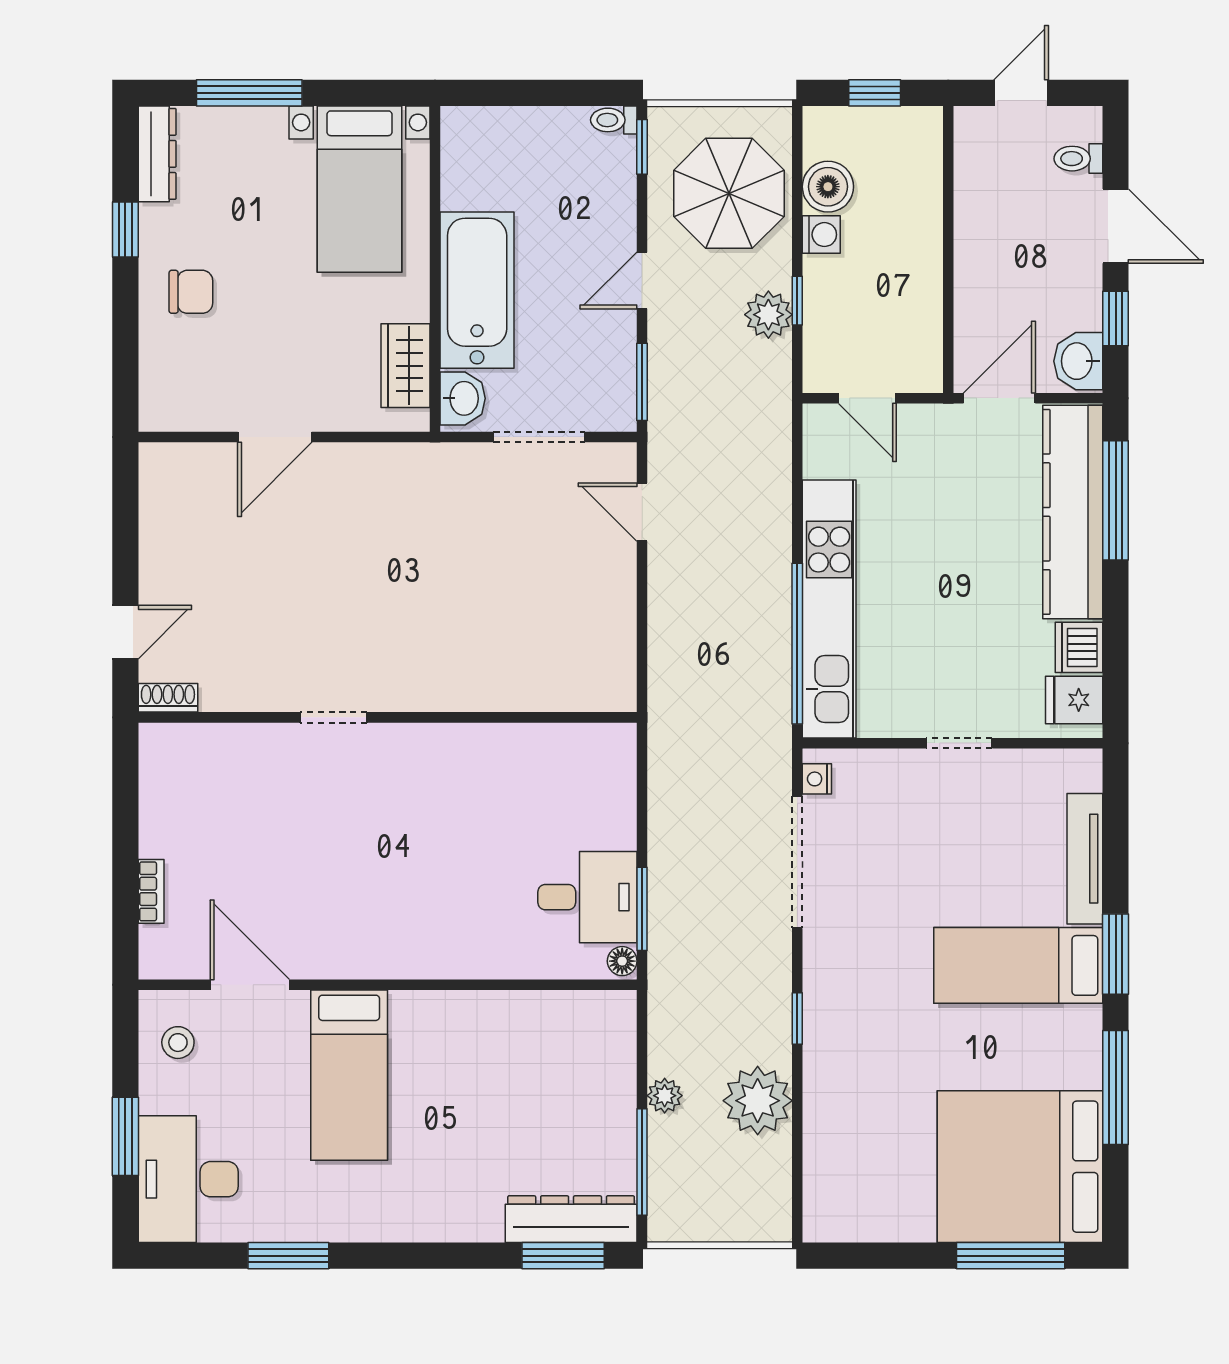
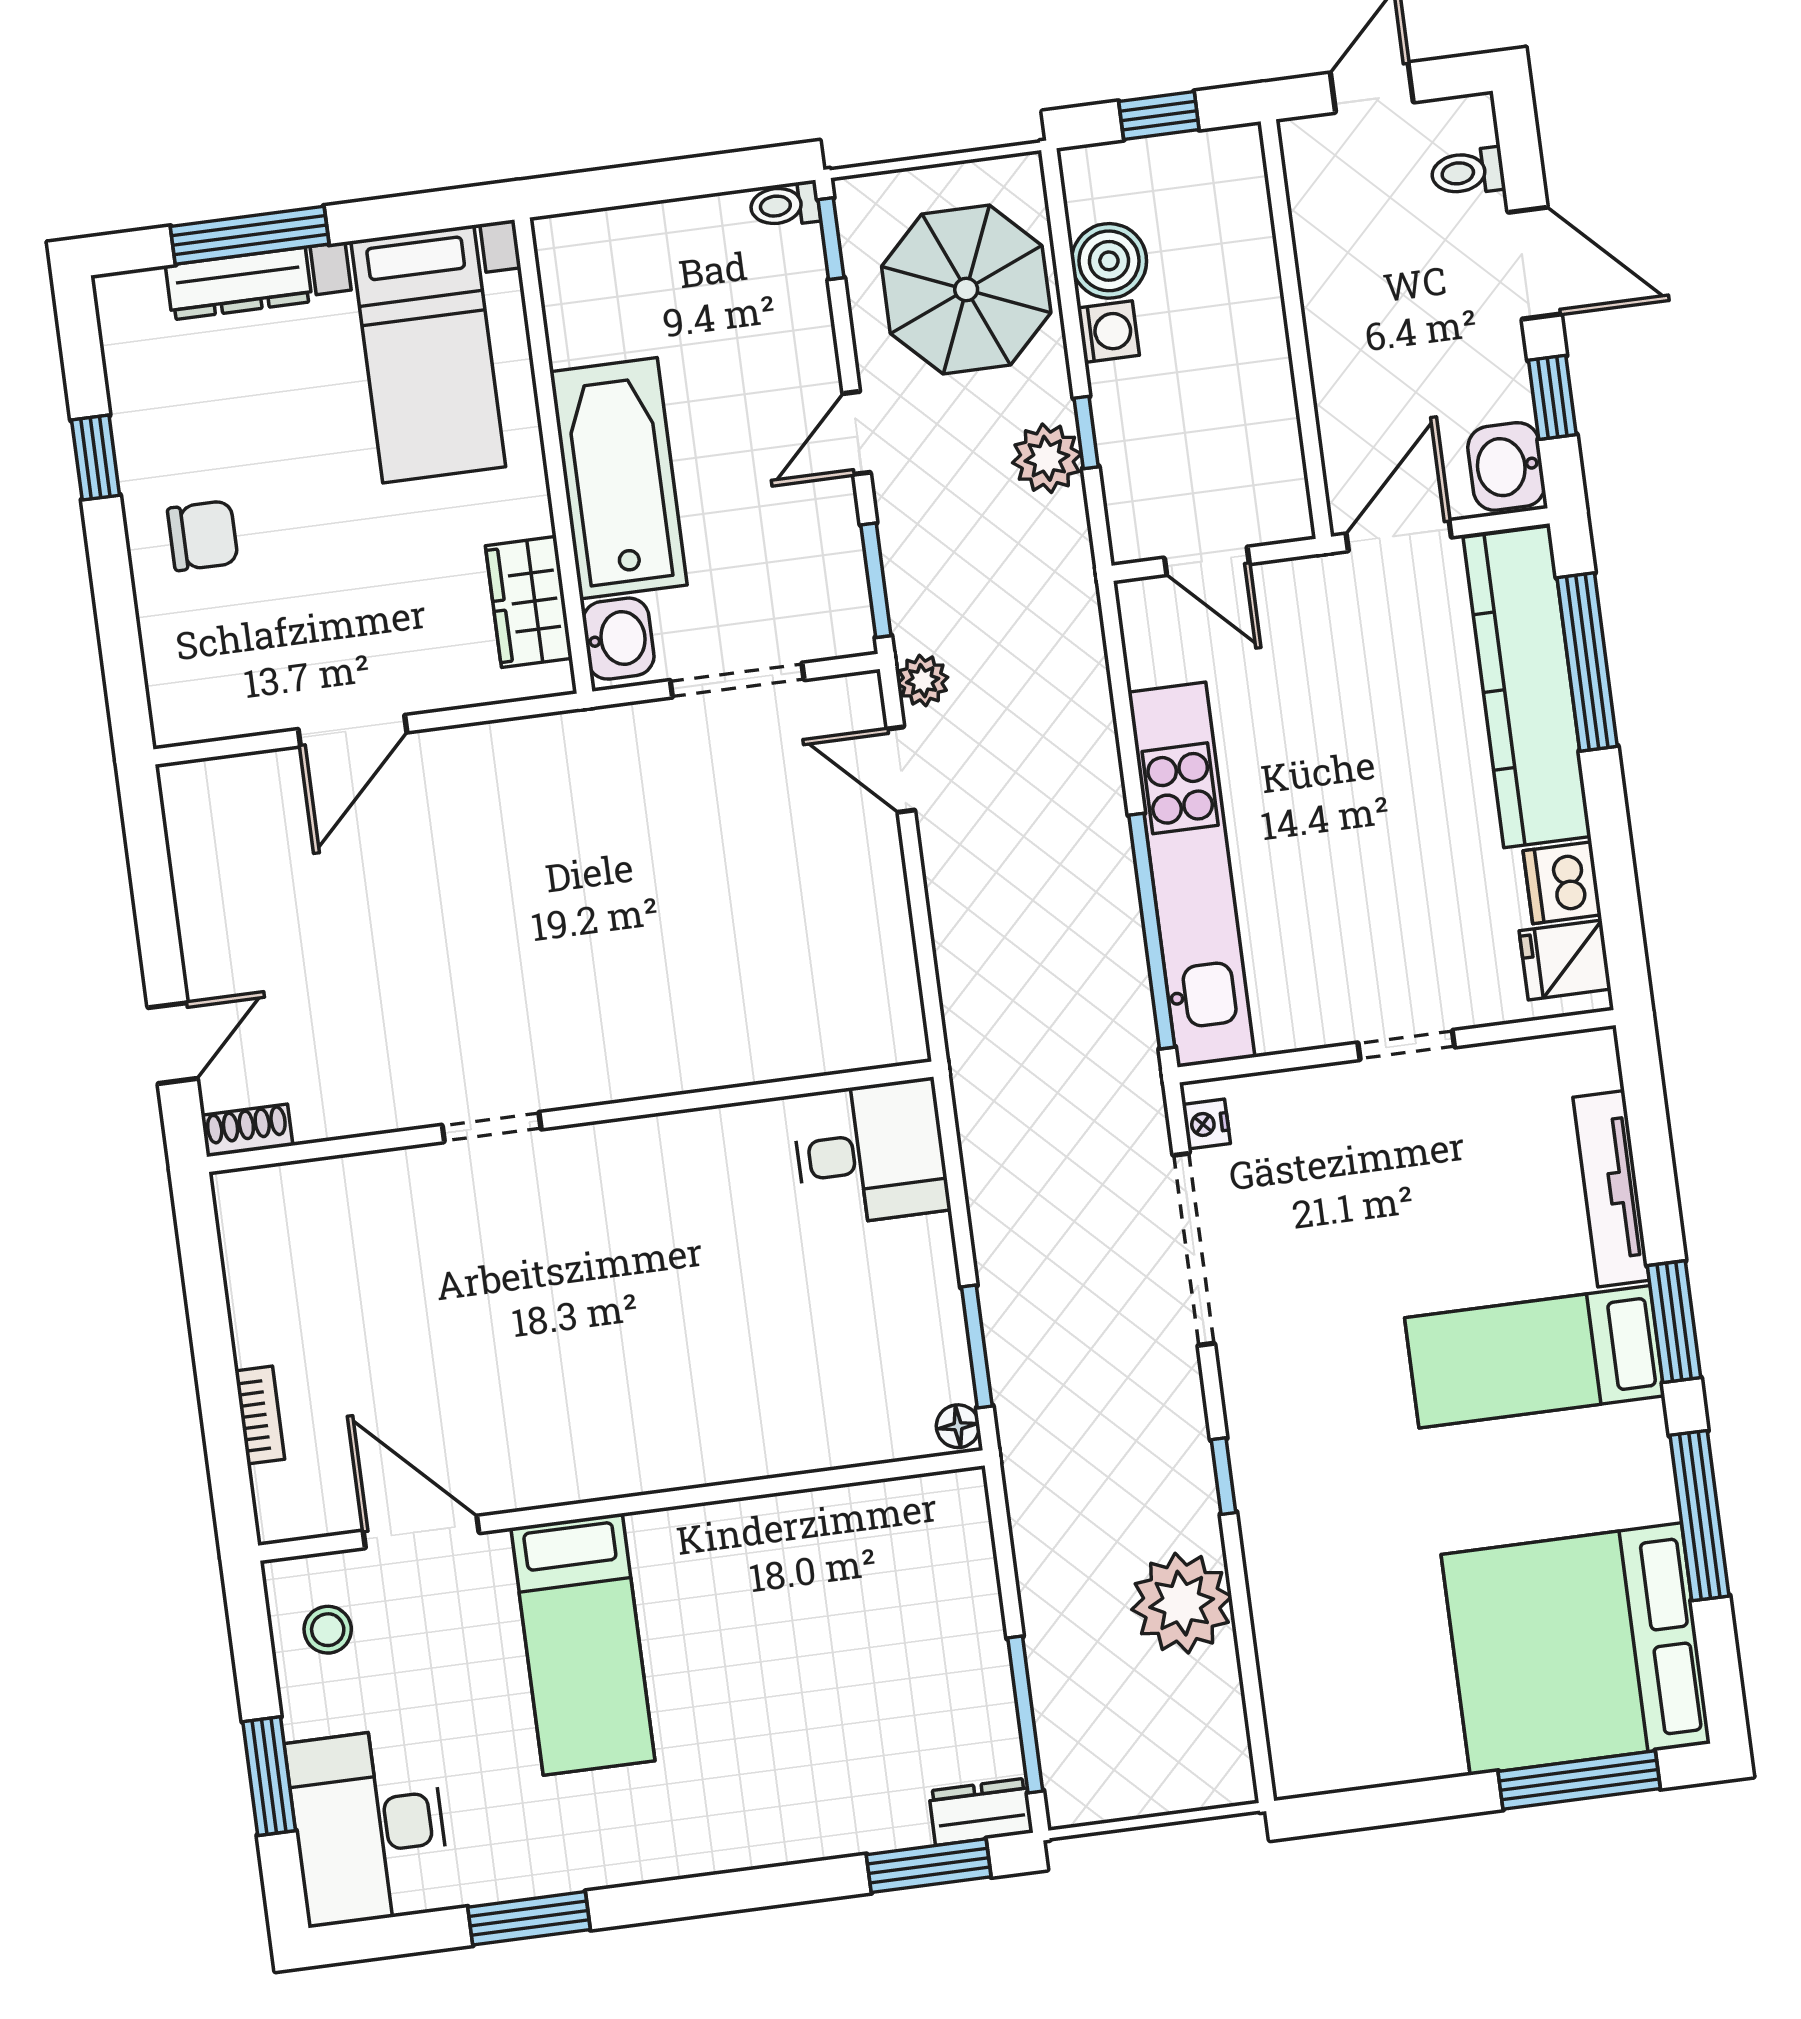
dresser: (157, 154) -> (239, 284), moved, turned 90
desk: (587, 897) -> (871, 1153), moved
plant: (665, 1096) -> (923, 681), moved
dresser: (571, 1219) -> (981, 1812), width x0.51, depth x0.80

